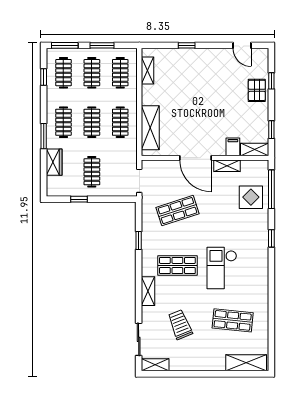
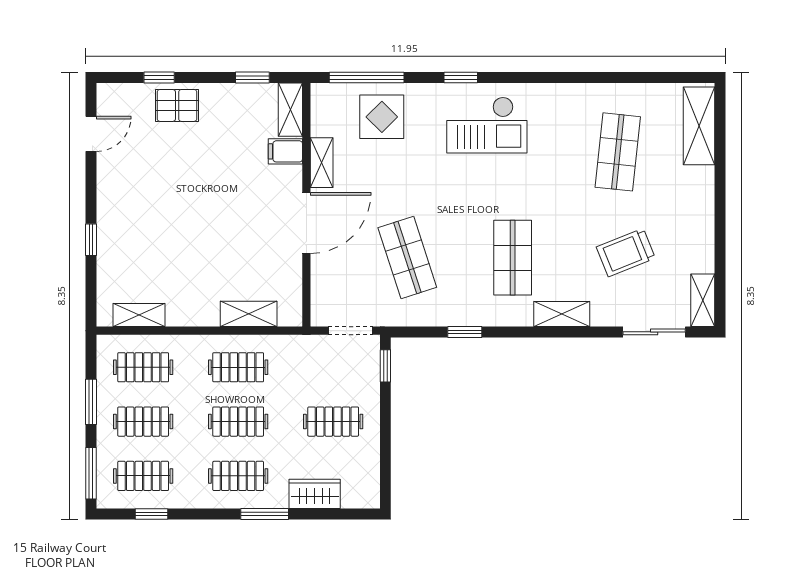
shelving: (150, 128) -> (249, 314), width x0.67, depth x0.75
window: (79, 199) -> (385, 366), moved
checkout: (222, 268) -> (487, 125), moved

